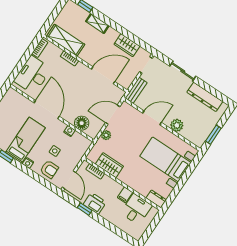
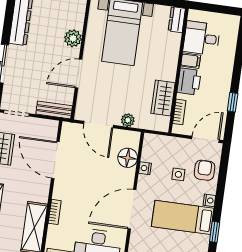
door: (152, 118) -> (79, 74), hinge flipped
printer: (95, 203) -> (189, 81), moved, turned 180

